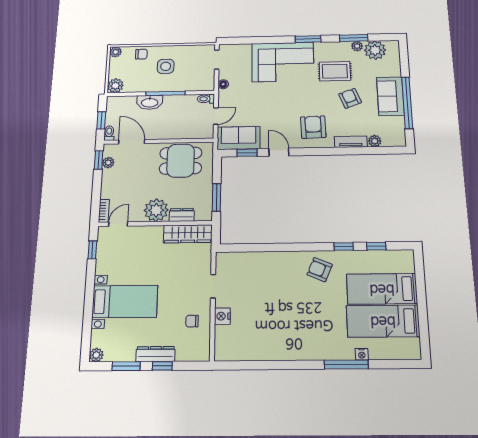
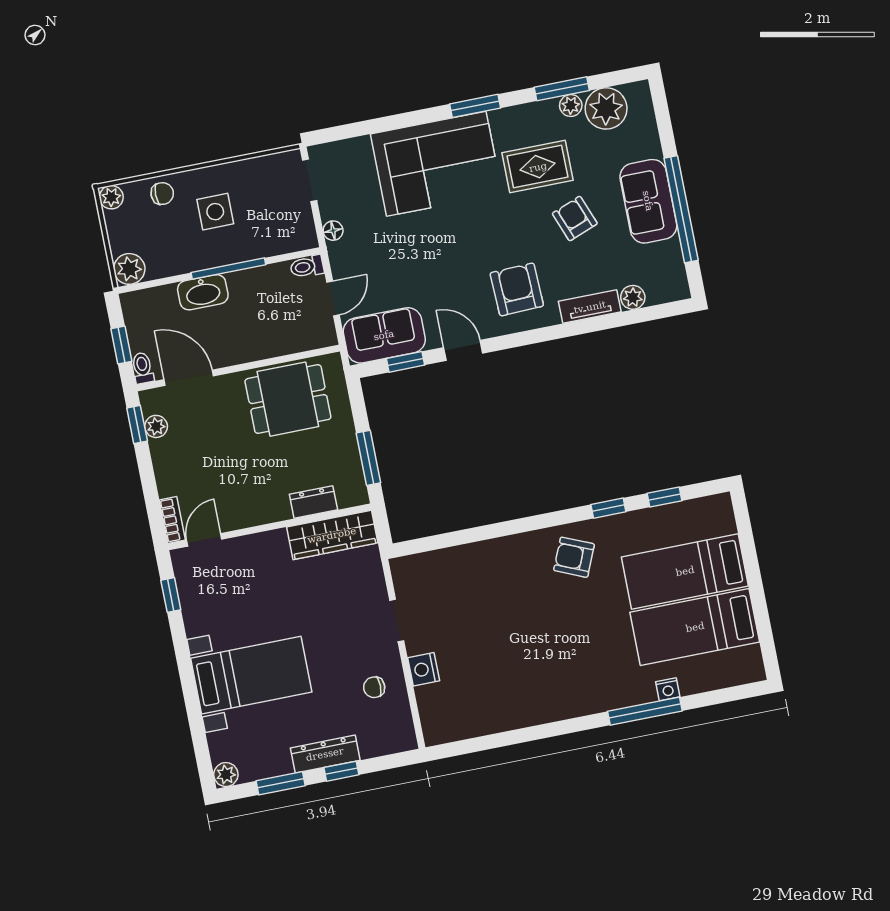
plant: (156, 210) -> (266, 501), removed

